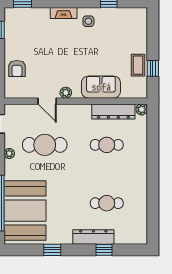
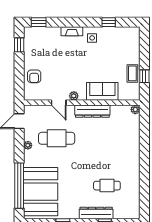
dresser: (113, 111) -> (92, 111), moved
cafe table: (107, 145) -> (107, 138), removed

